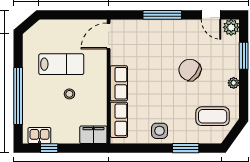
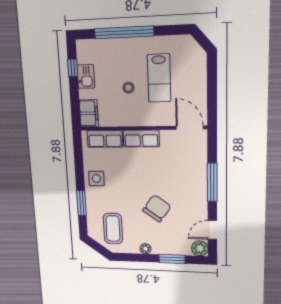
kitchen sink: (39, 136) -> (86, 76), moved

